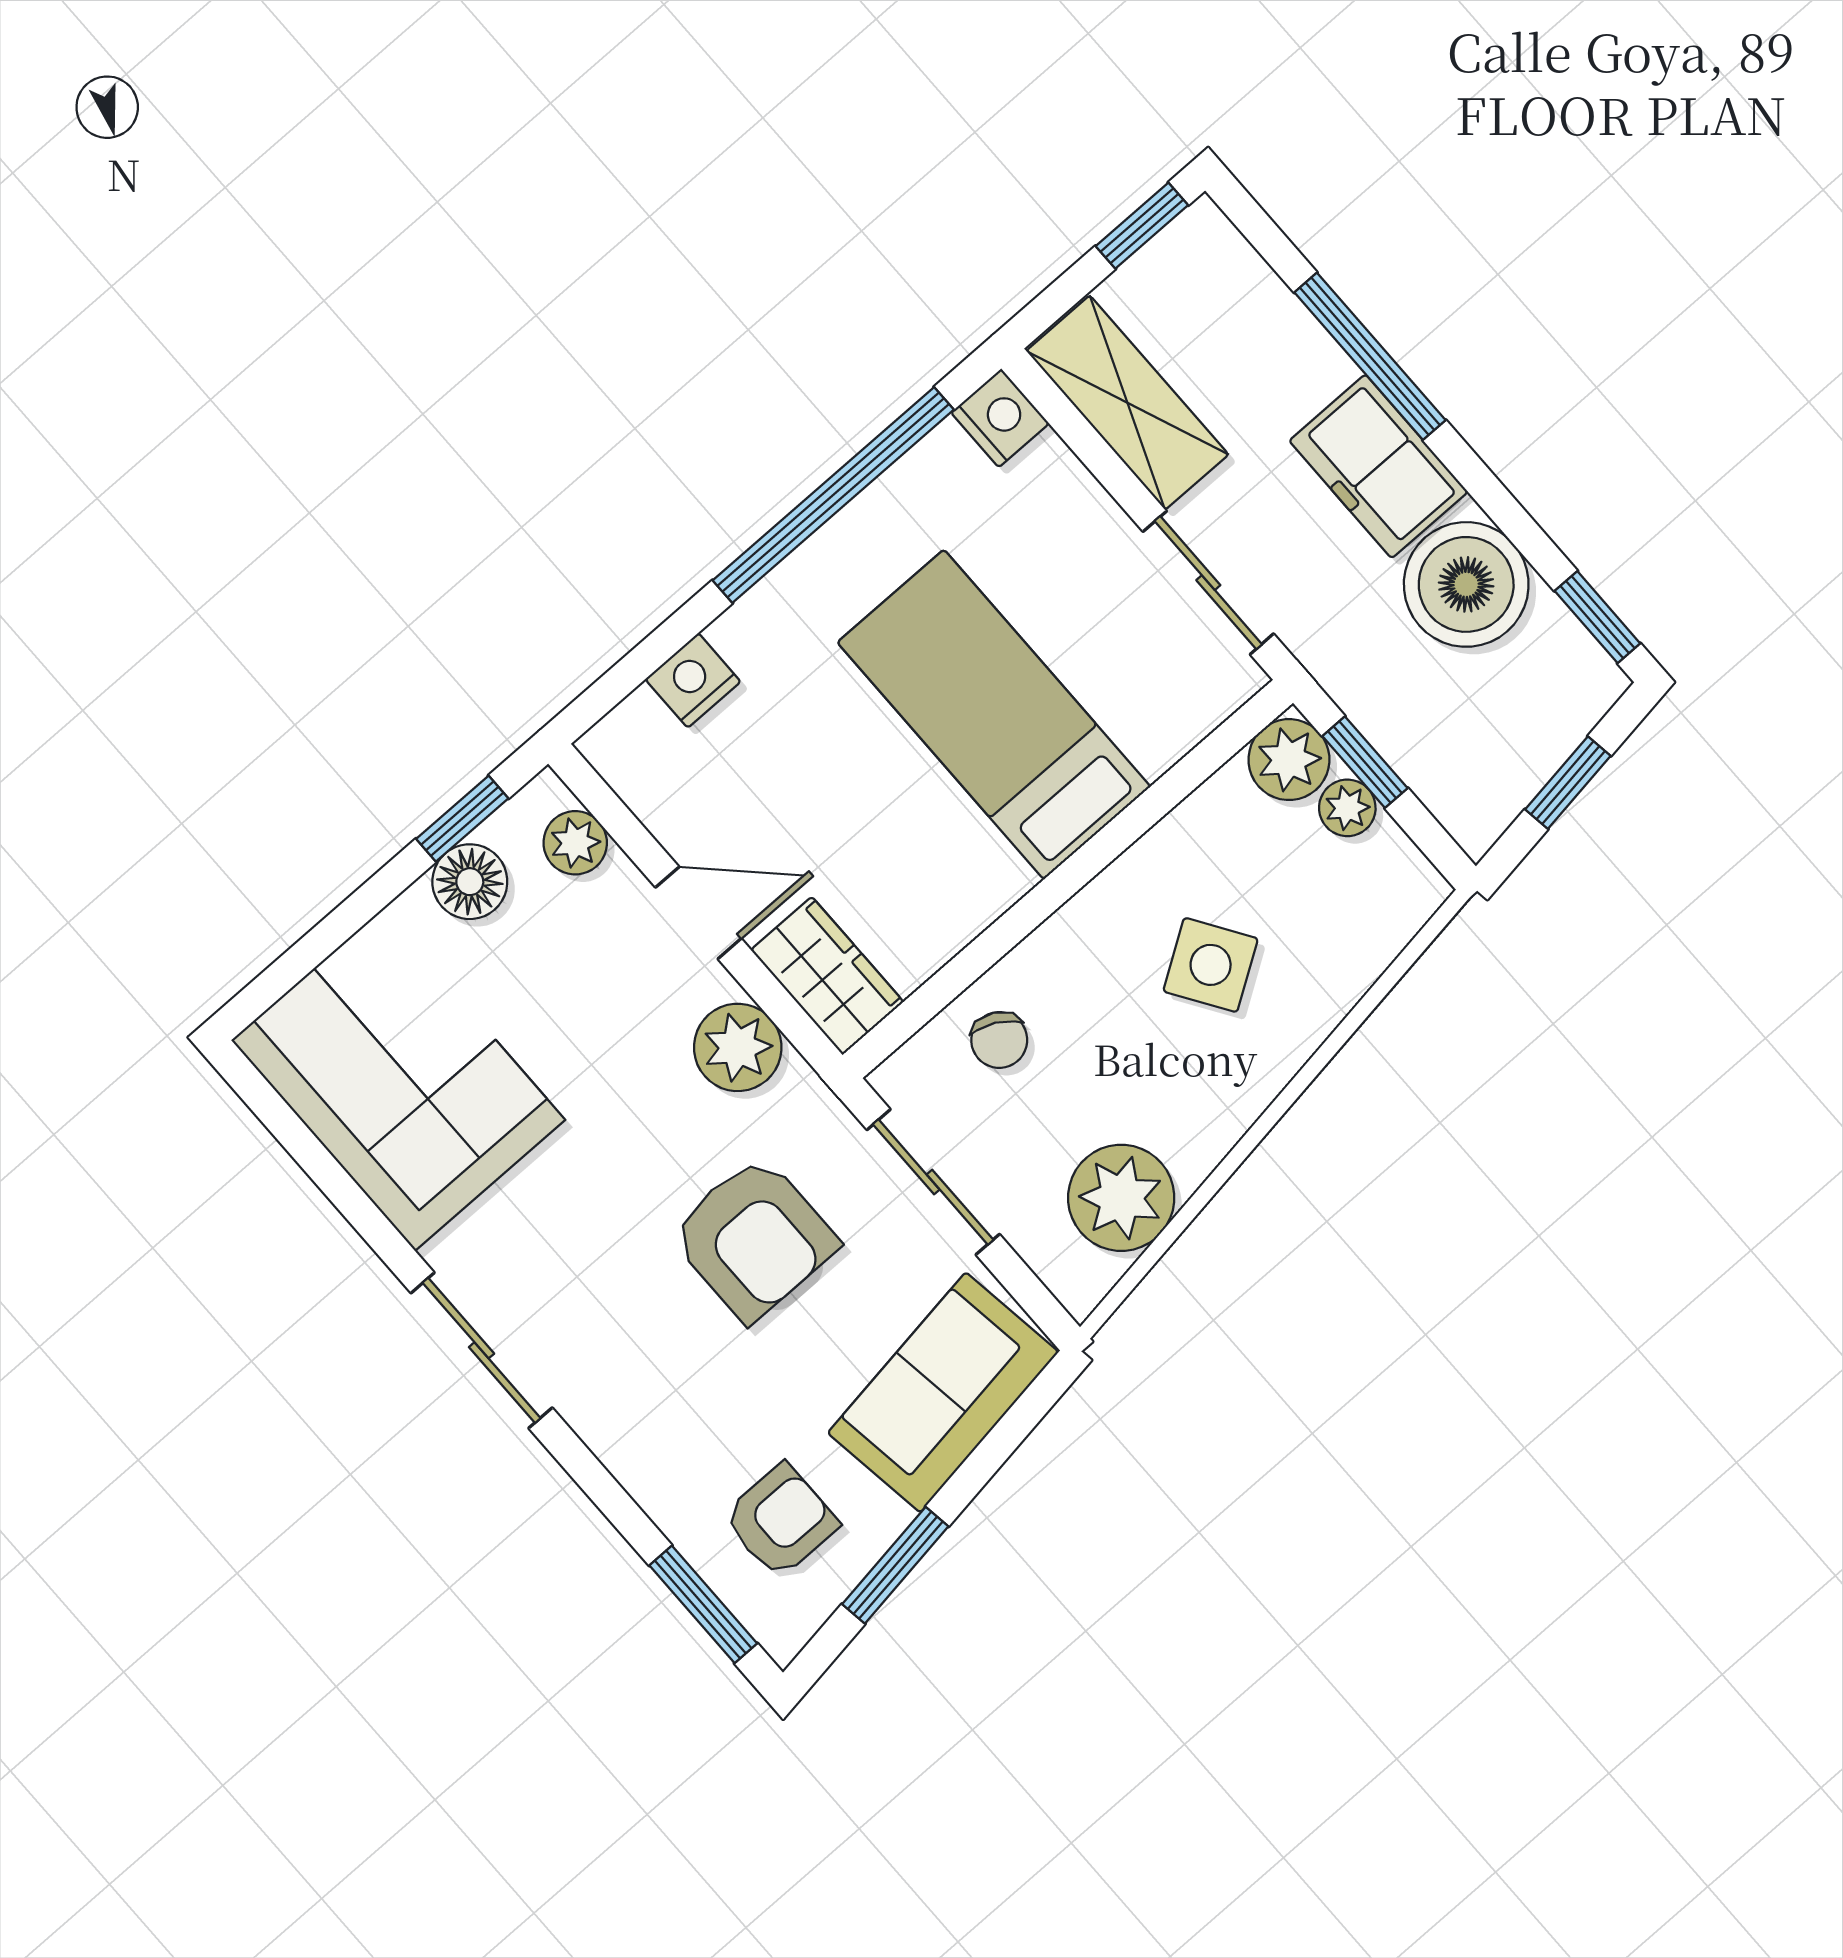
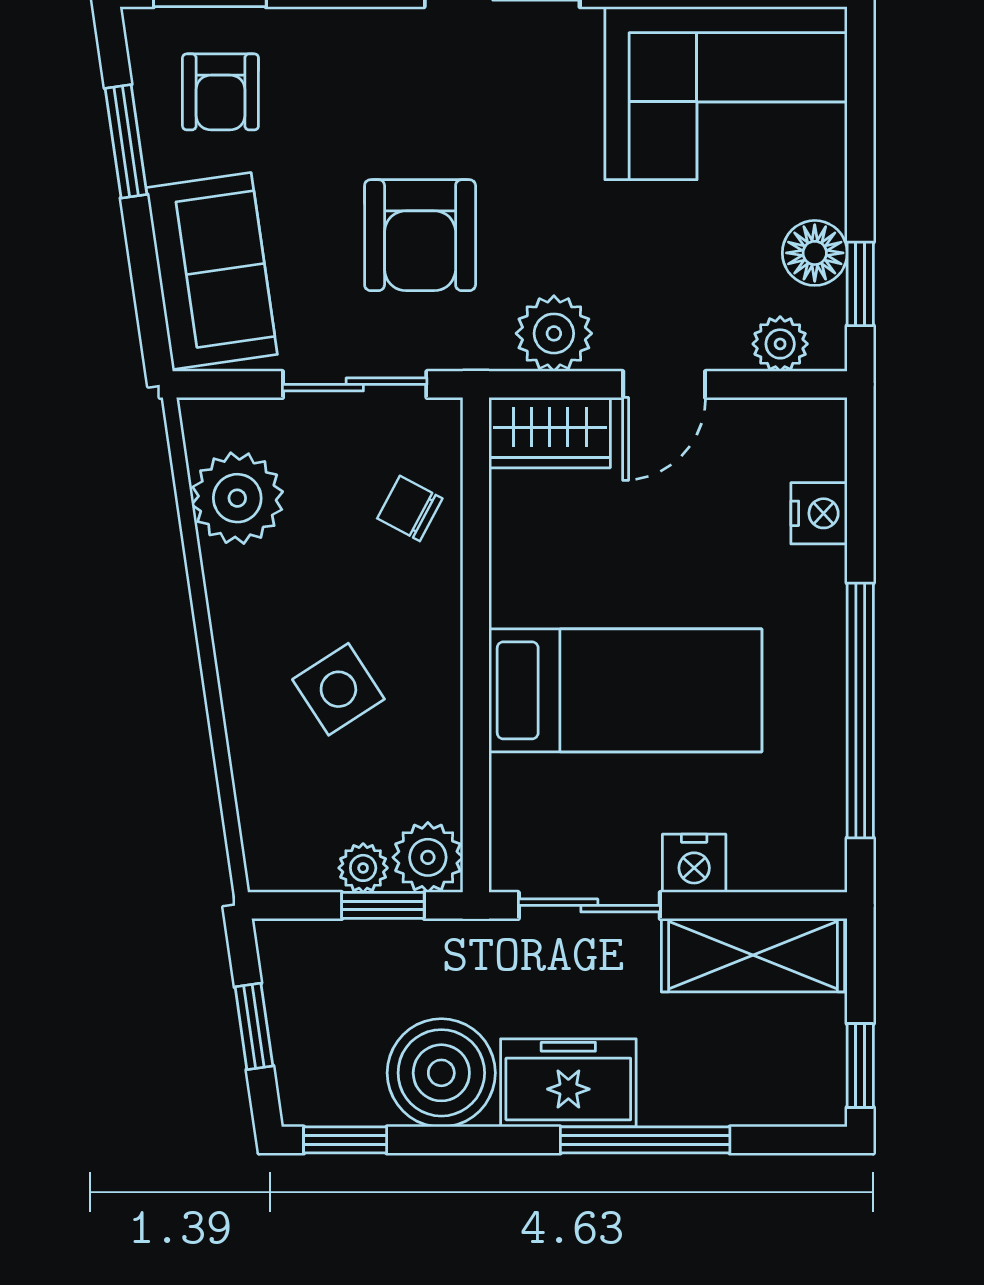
nightstand: (1000, 418) -> (694, 863), moved
armchair: (754, 1238) -> (420, 235), turned -90

